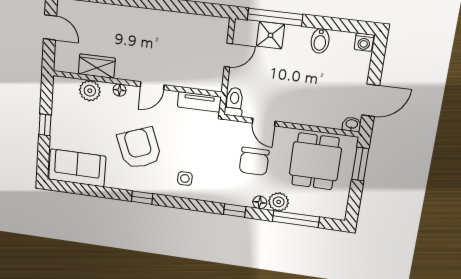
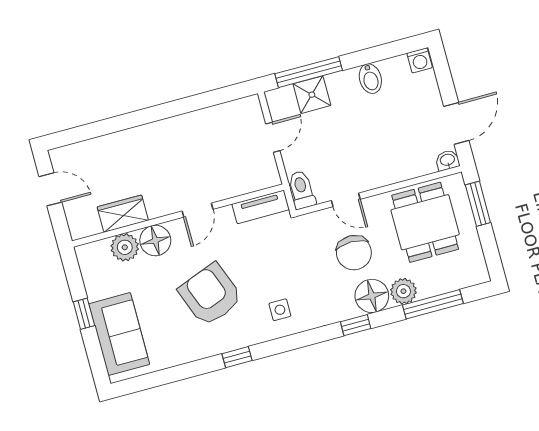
floor lamp: (120, 90) -> (155, 240), width x1.89, depth x1.89
sofa: (77, 168) -> (119, 334), moved, turned 90
floor lamp: (260, 202) -> (372, 296), width x1.89, depth x1.89

